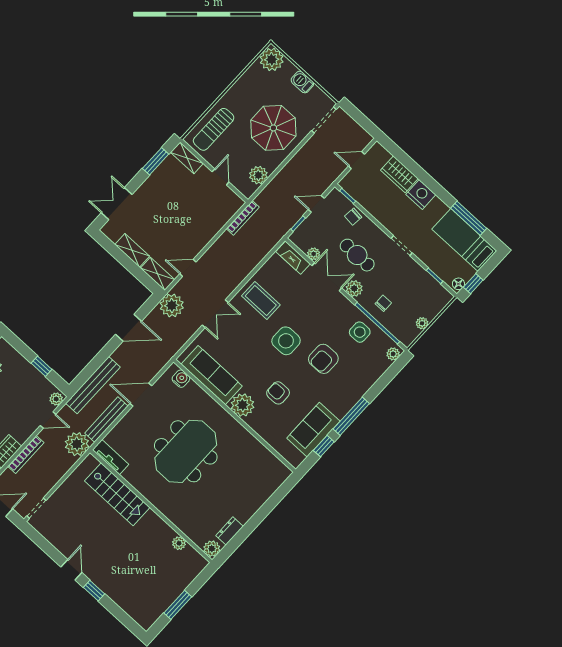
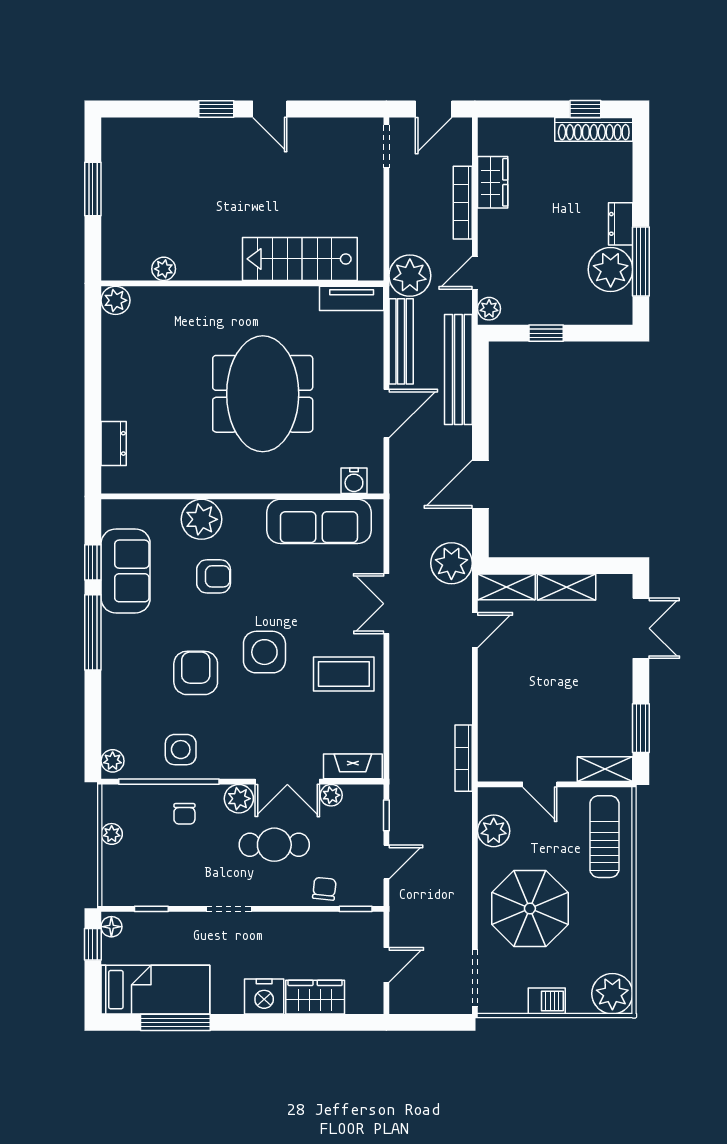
plant: (243, 405) -> (201, 519), moved
dresser: (229, 531) -> (114, 443), moved

